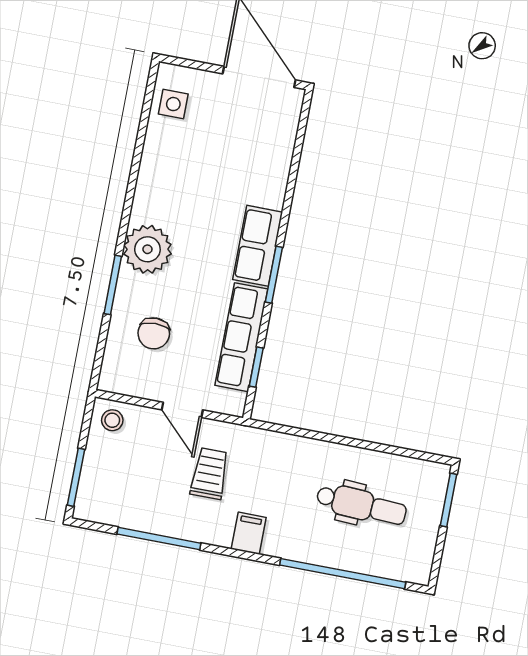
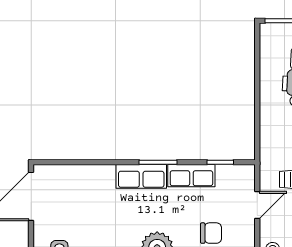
row of seats: (241, 337) -> (191, 176), width x0.68

